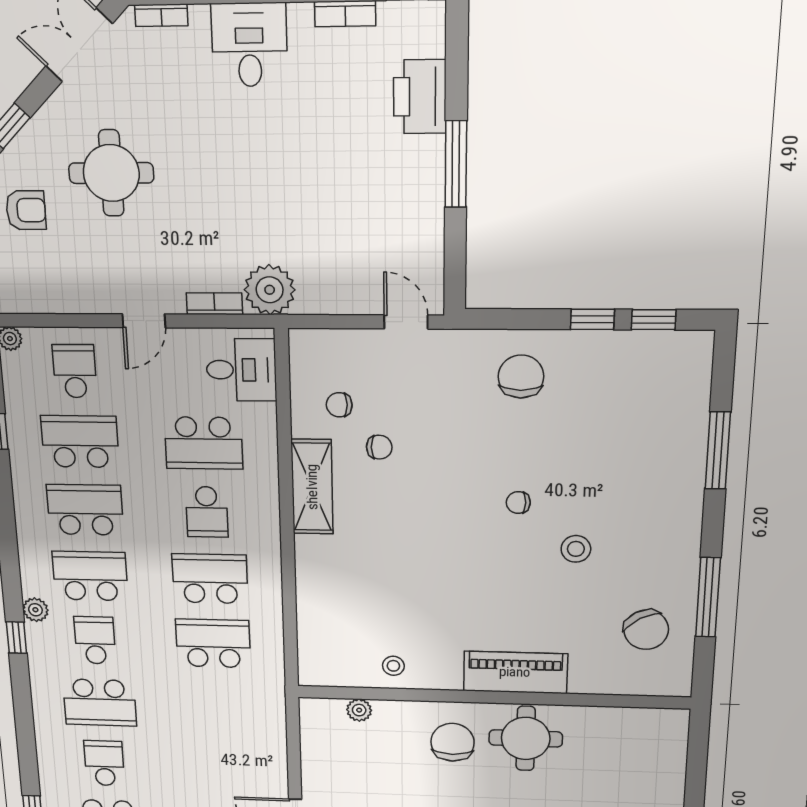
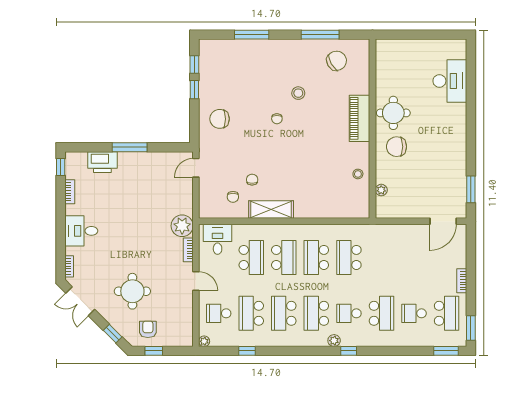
school desk: (207, 512) -> (284, 257), width x1.85

